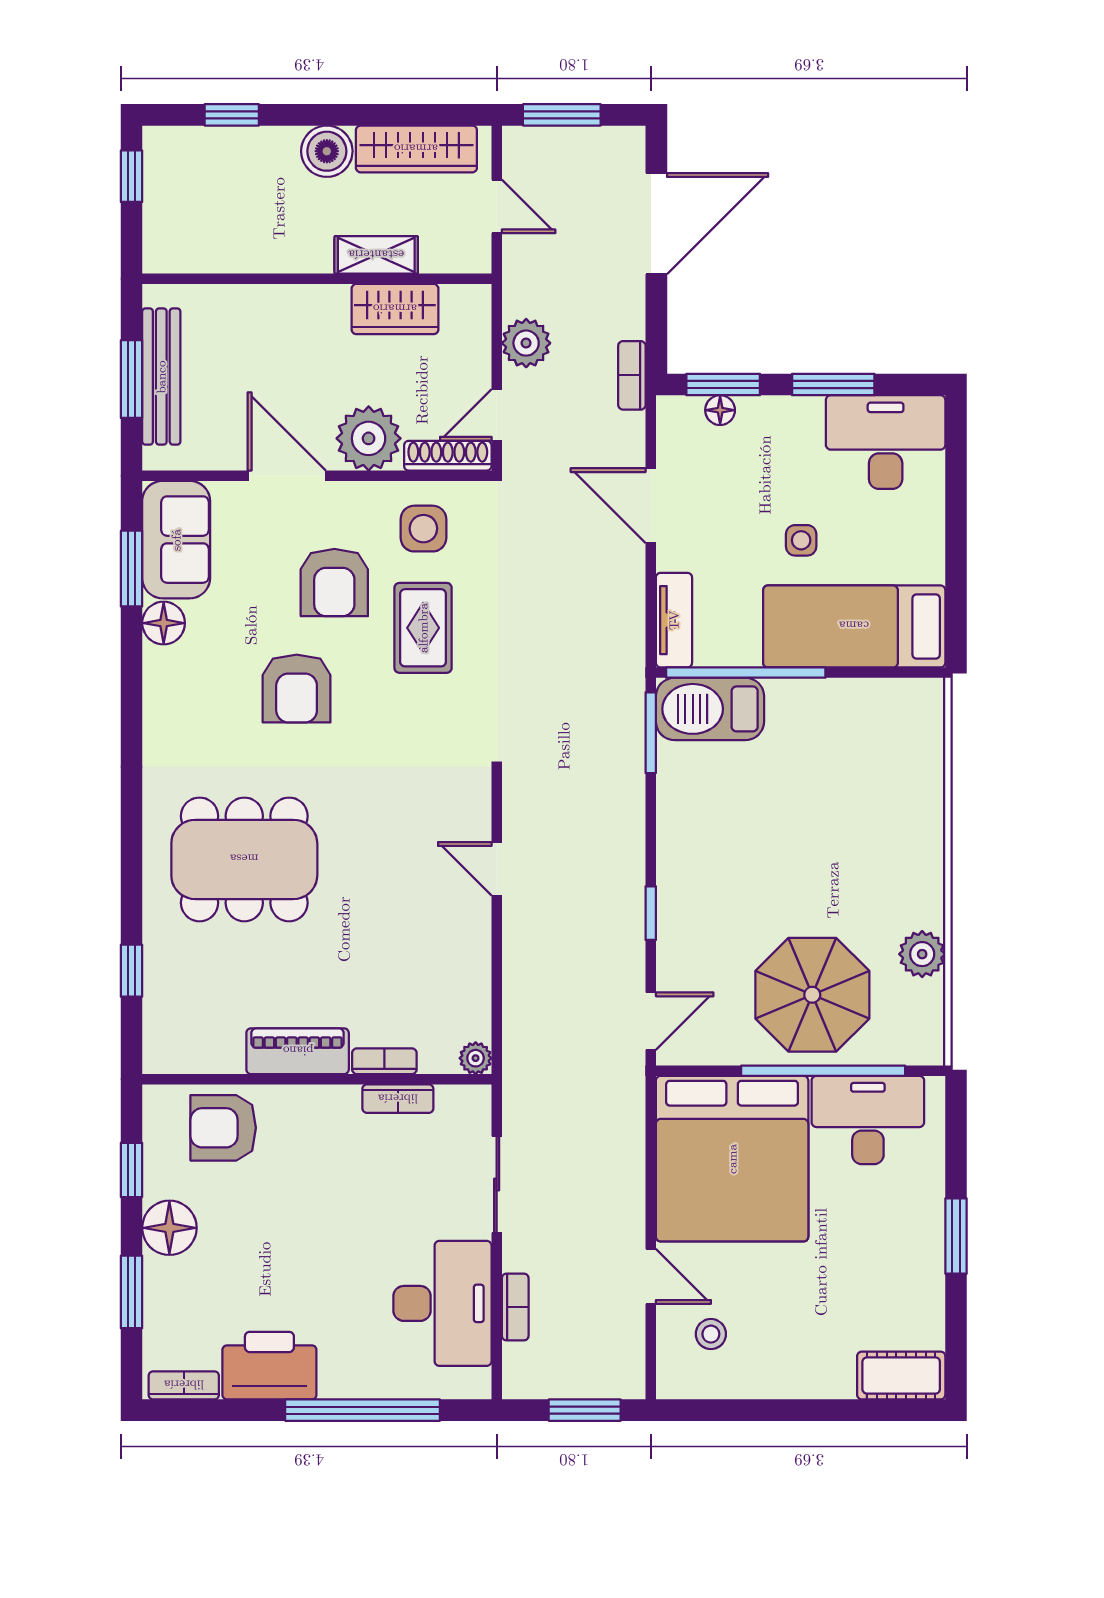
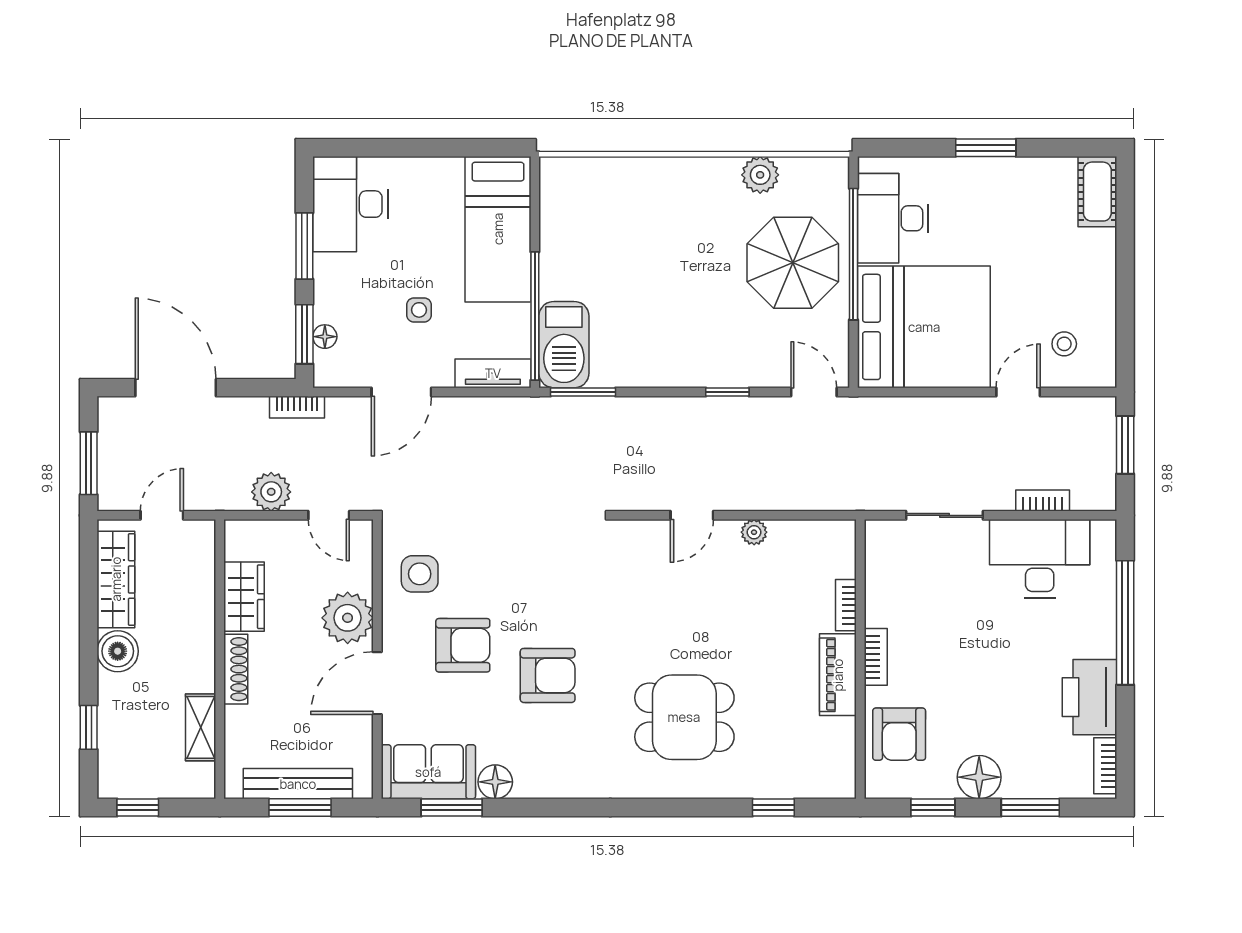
shelving: (376, 255) -> (201, 727), moved
shoe rack: (448, 456) -> (236, 669), moved, turned 180
side table: (801, 540) -> (419, 310), moved
rug: (423, 628) -> (499, 574), removed
dining table: (244, 859) -> (684, 717), width x0.73
plant: (476, 1058) -> (754, 532), moved
bookcase: (398, 1099) -> (876, 657), moved

